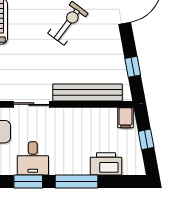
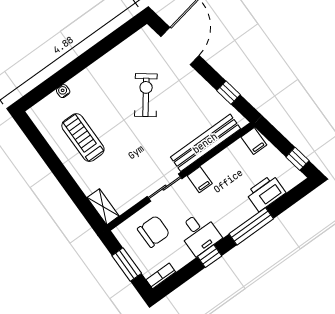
filing cabinet: (63, 117) -> (200, 180), added
window: (146, 139) -> (297, 159), moved
window: (28, 181) -> (210, 256), width x0.67

